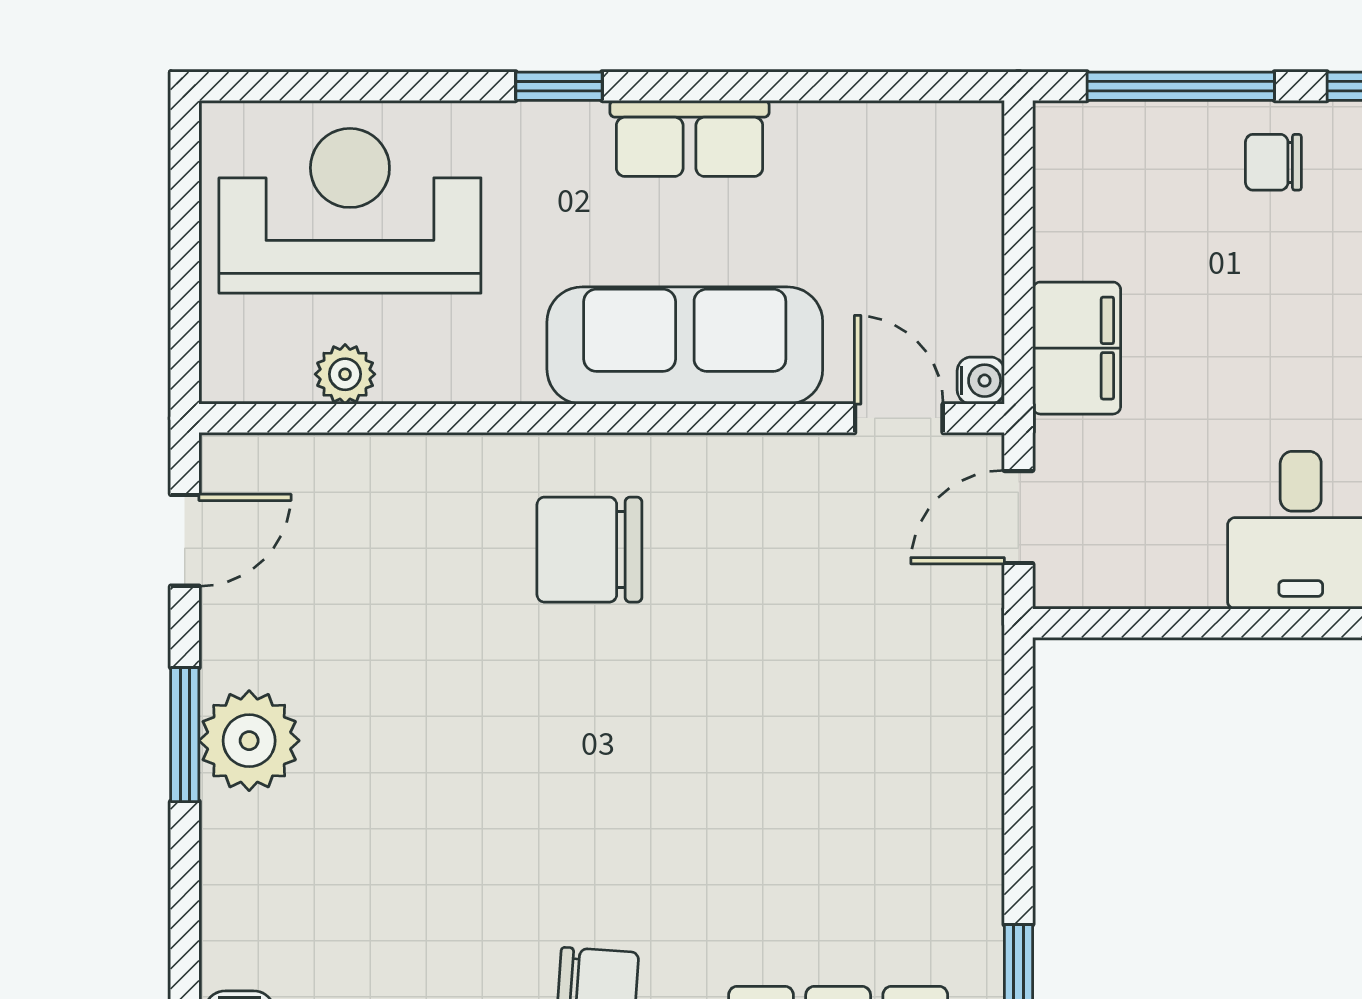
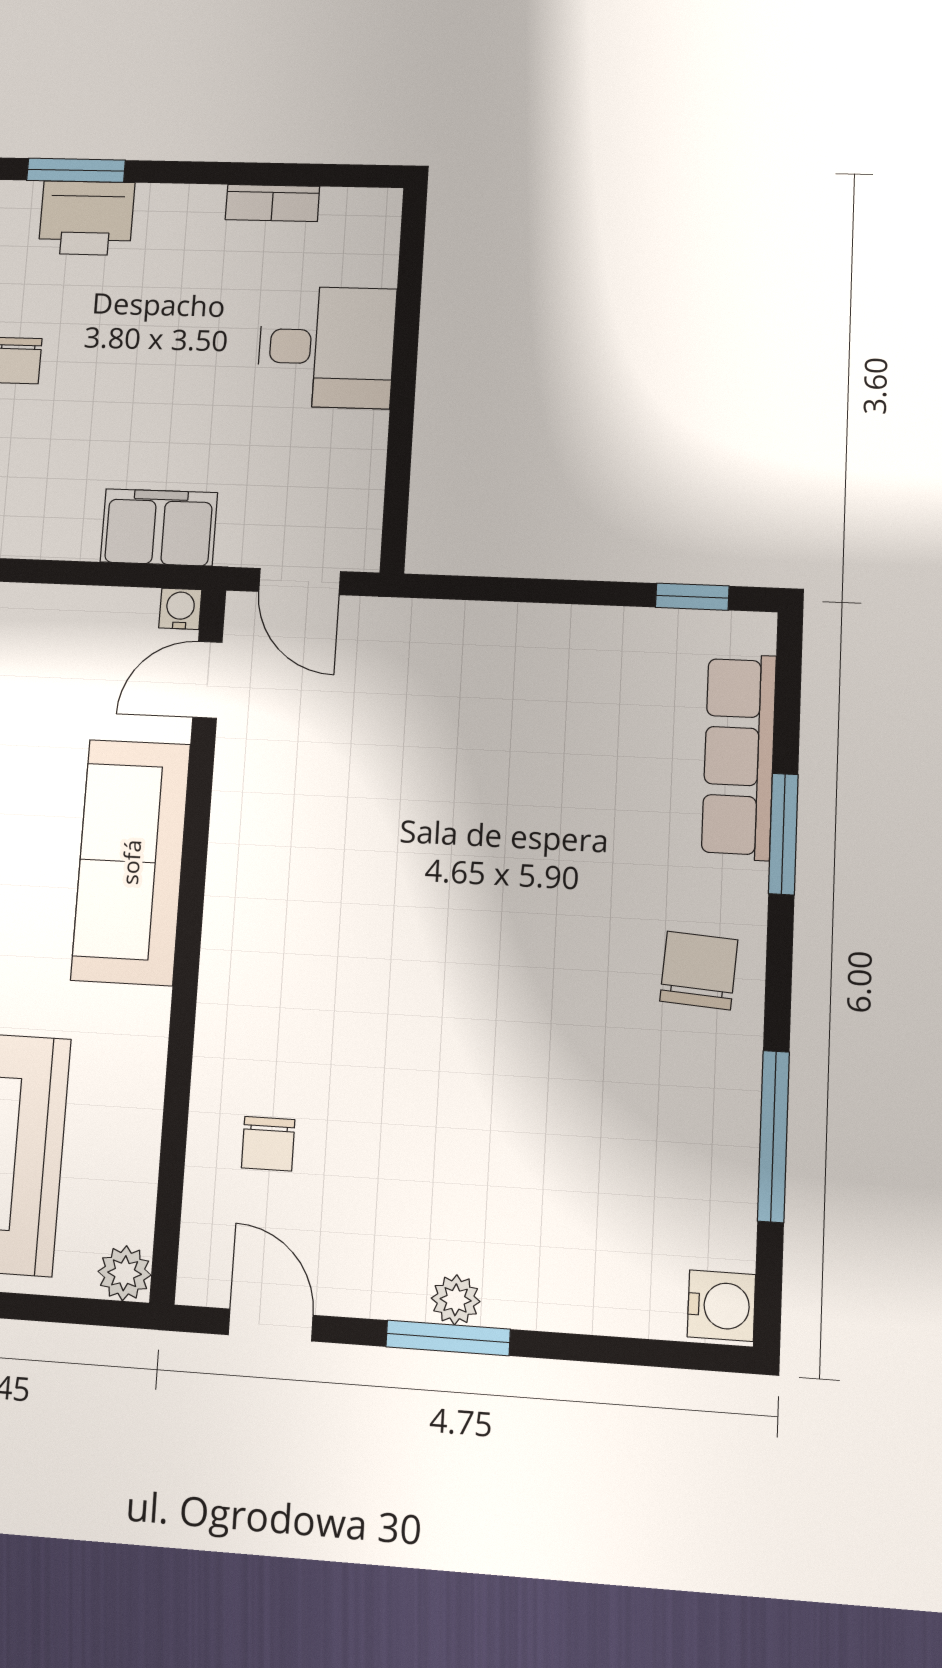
plant: (345, 374) -> (125, 1273), moved
chair: (589, 550) -> (268, 1144), moved, width x0.54, depth x0.54
plant: (249, 741) -> (456, 1300), width x0.53, depth x0.53

